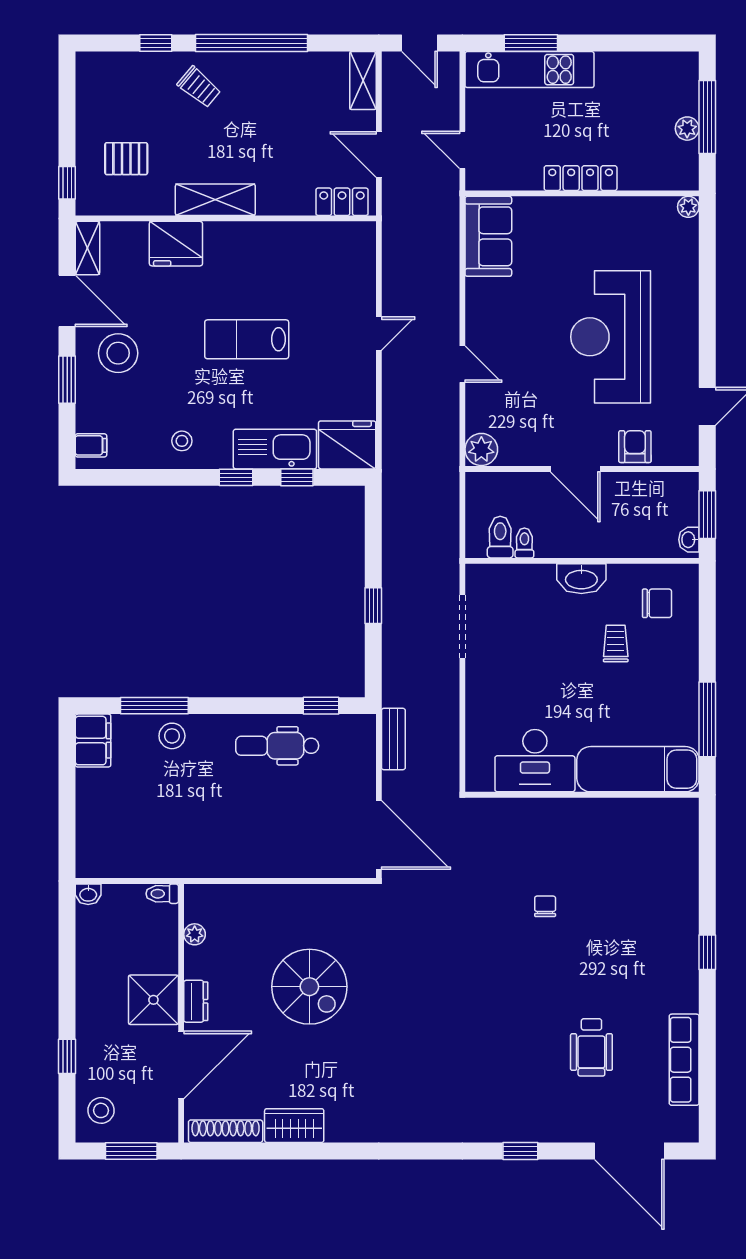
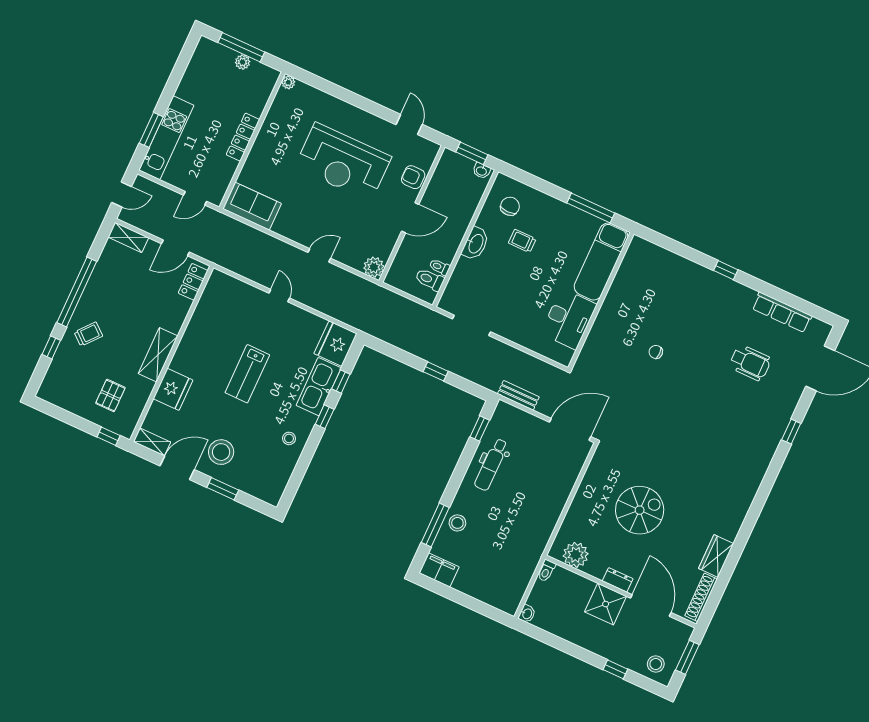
filing cabinet: (91, 445) -> (267, 492), removed
plant: (195, 934) -> (576, 555), width x1.88, depth x1.88

